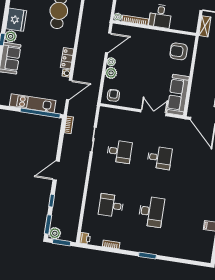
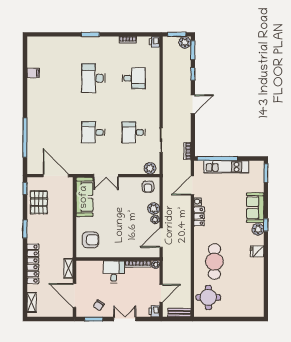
fridge: (16, 20) -> (257, 251), width x0.53, depth x0.75
plant: (109, 113) -> (150, 168), added

